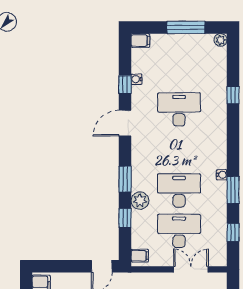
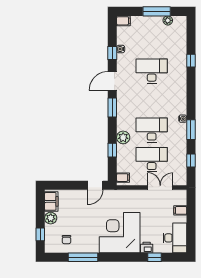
plant: (221, 40) -> (168, 20), moved
window: (125, 179) -> (112, 108), moved

